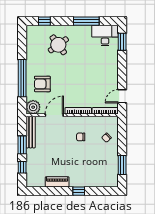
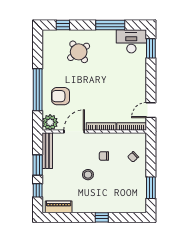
stool: (67, 153) -> (88, 175), added
piano: (57, 182) -> (59, 207), moved

